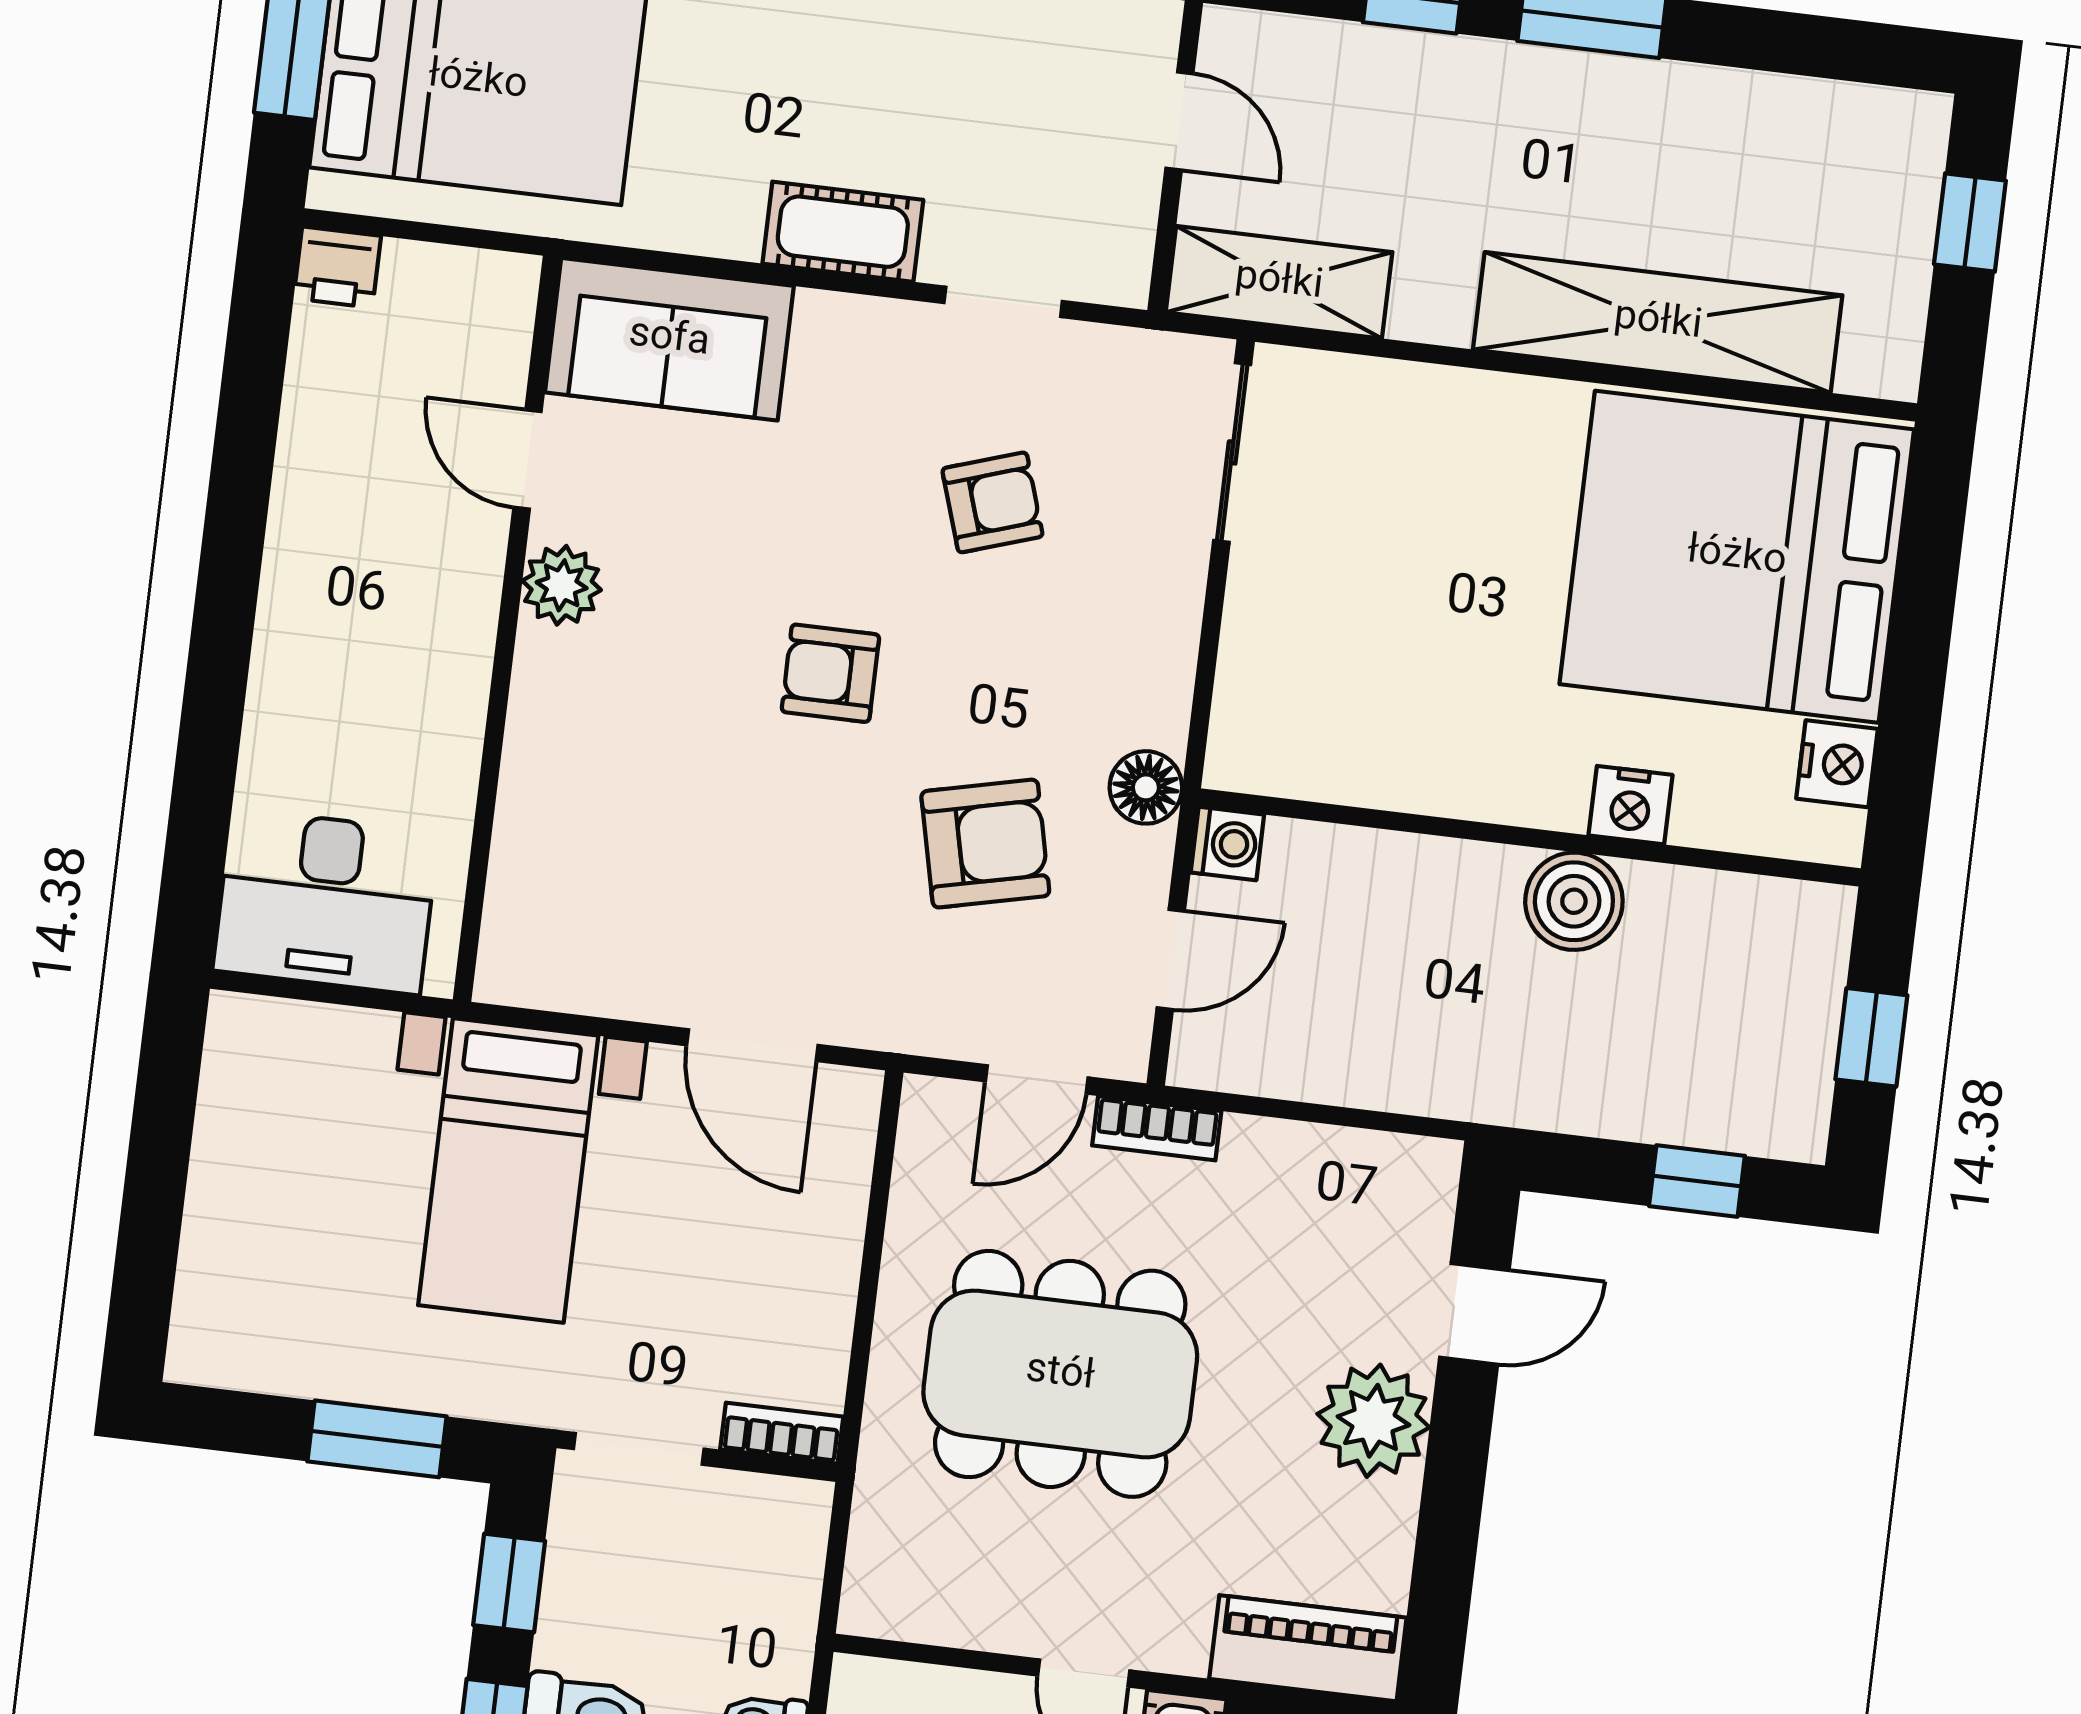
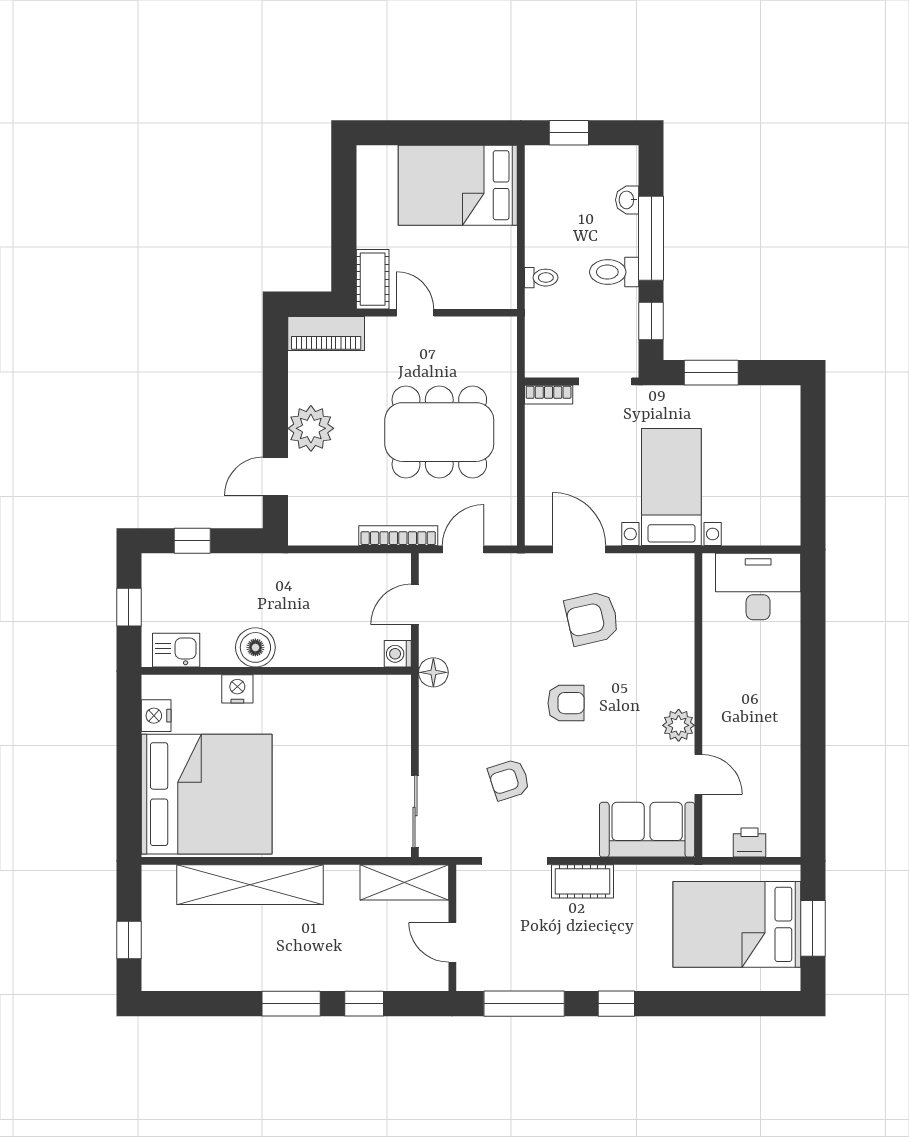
printer: (337, 267) -> (749, 843), moved
doorway: (1003, 302) -> (514, 861), width x1.38
armchair: (985, 844) -> (592, 618), moved
kitchen sink: (1769, 918) -> (176, 650), added
bookcase: (1157, 1128) -> (398, 536), width x1.56

